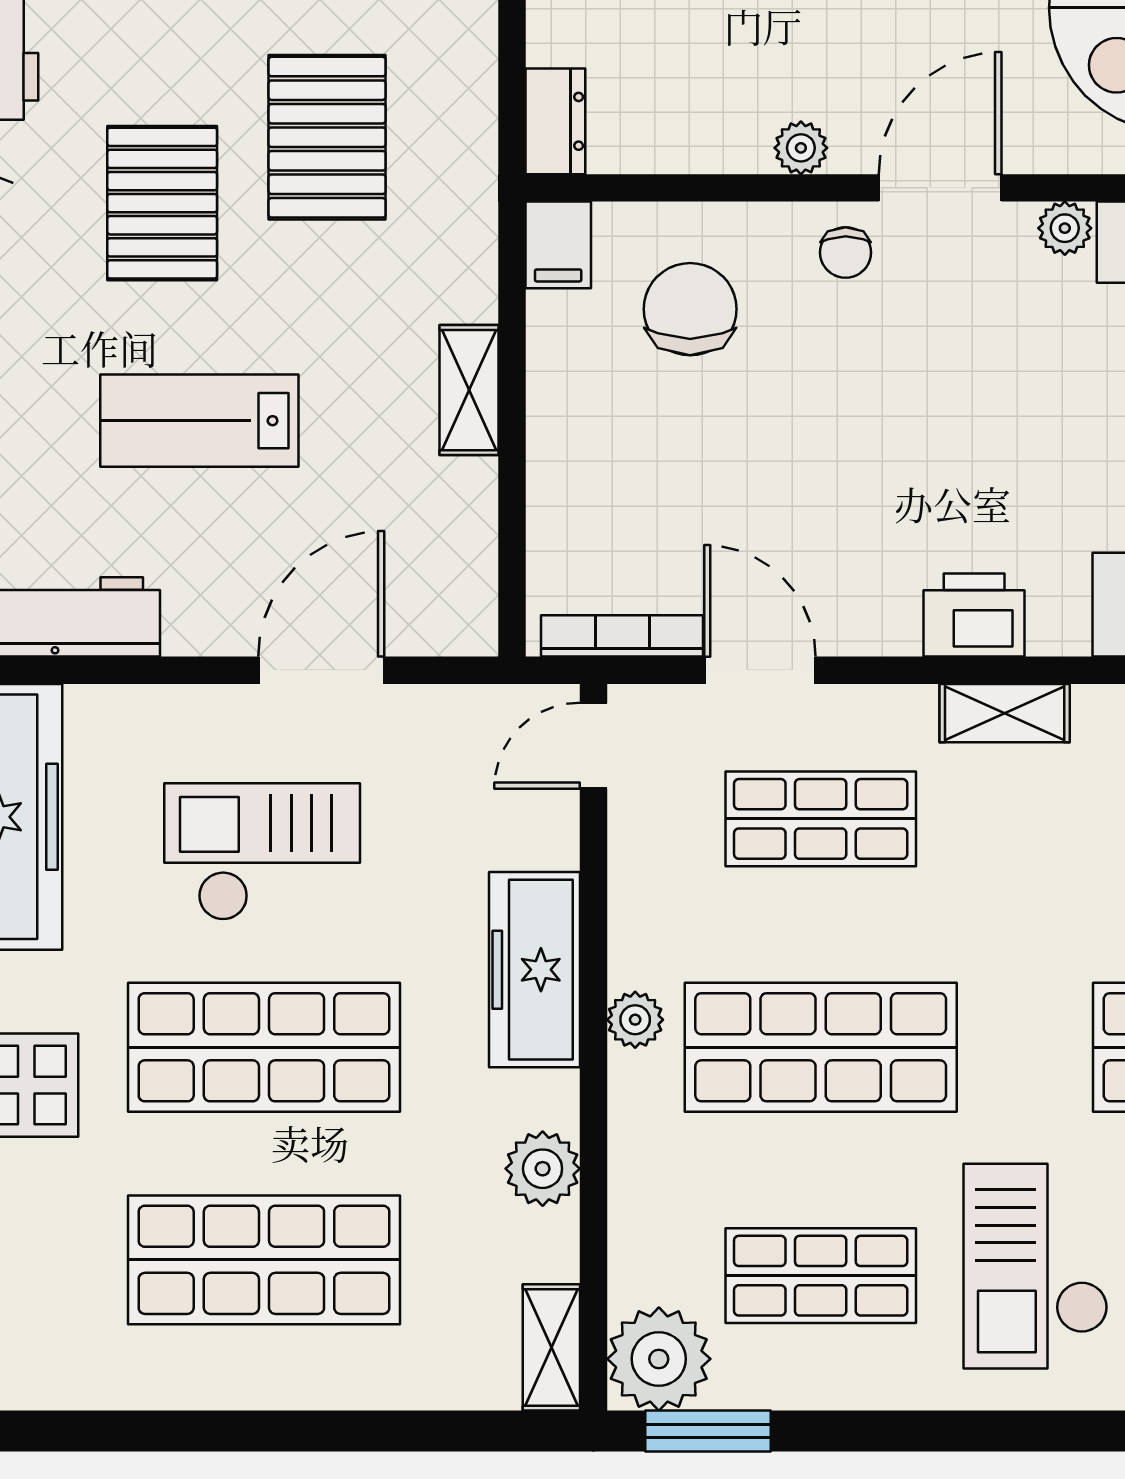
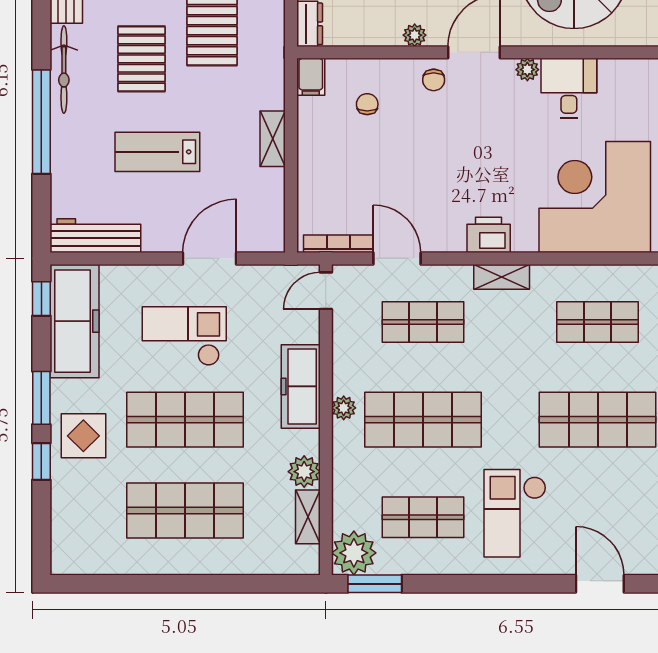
chair: (690, 309) -> (367, 104), width x0.54, depth x0.54
shelving: (551, 1347) -> (308, 517), moved

